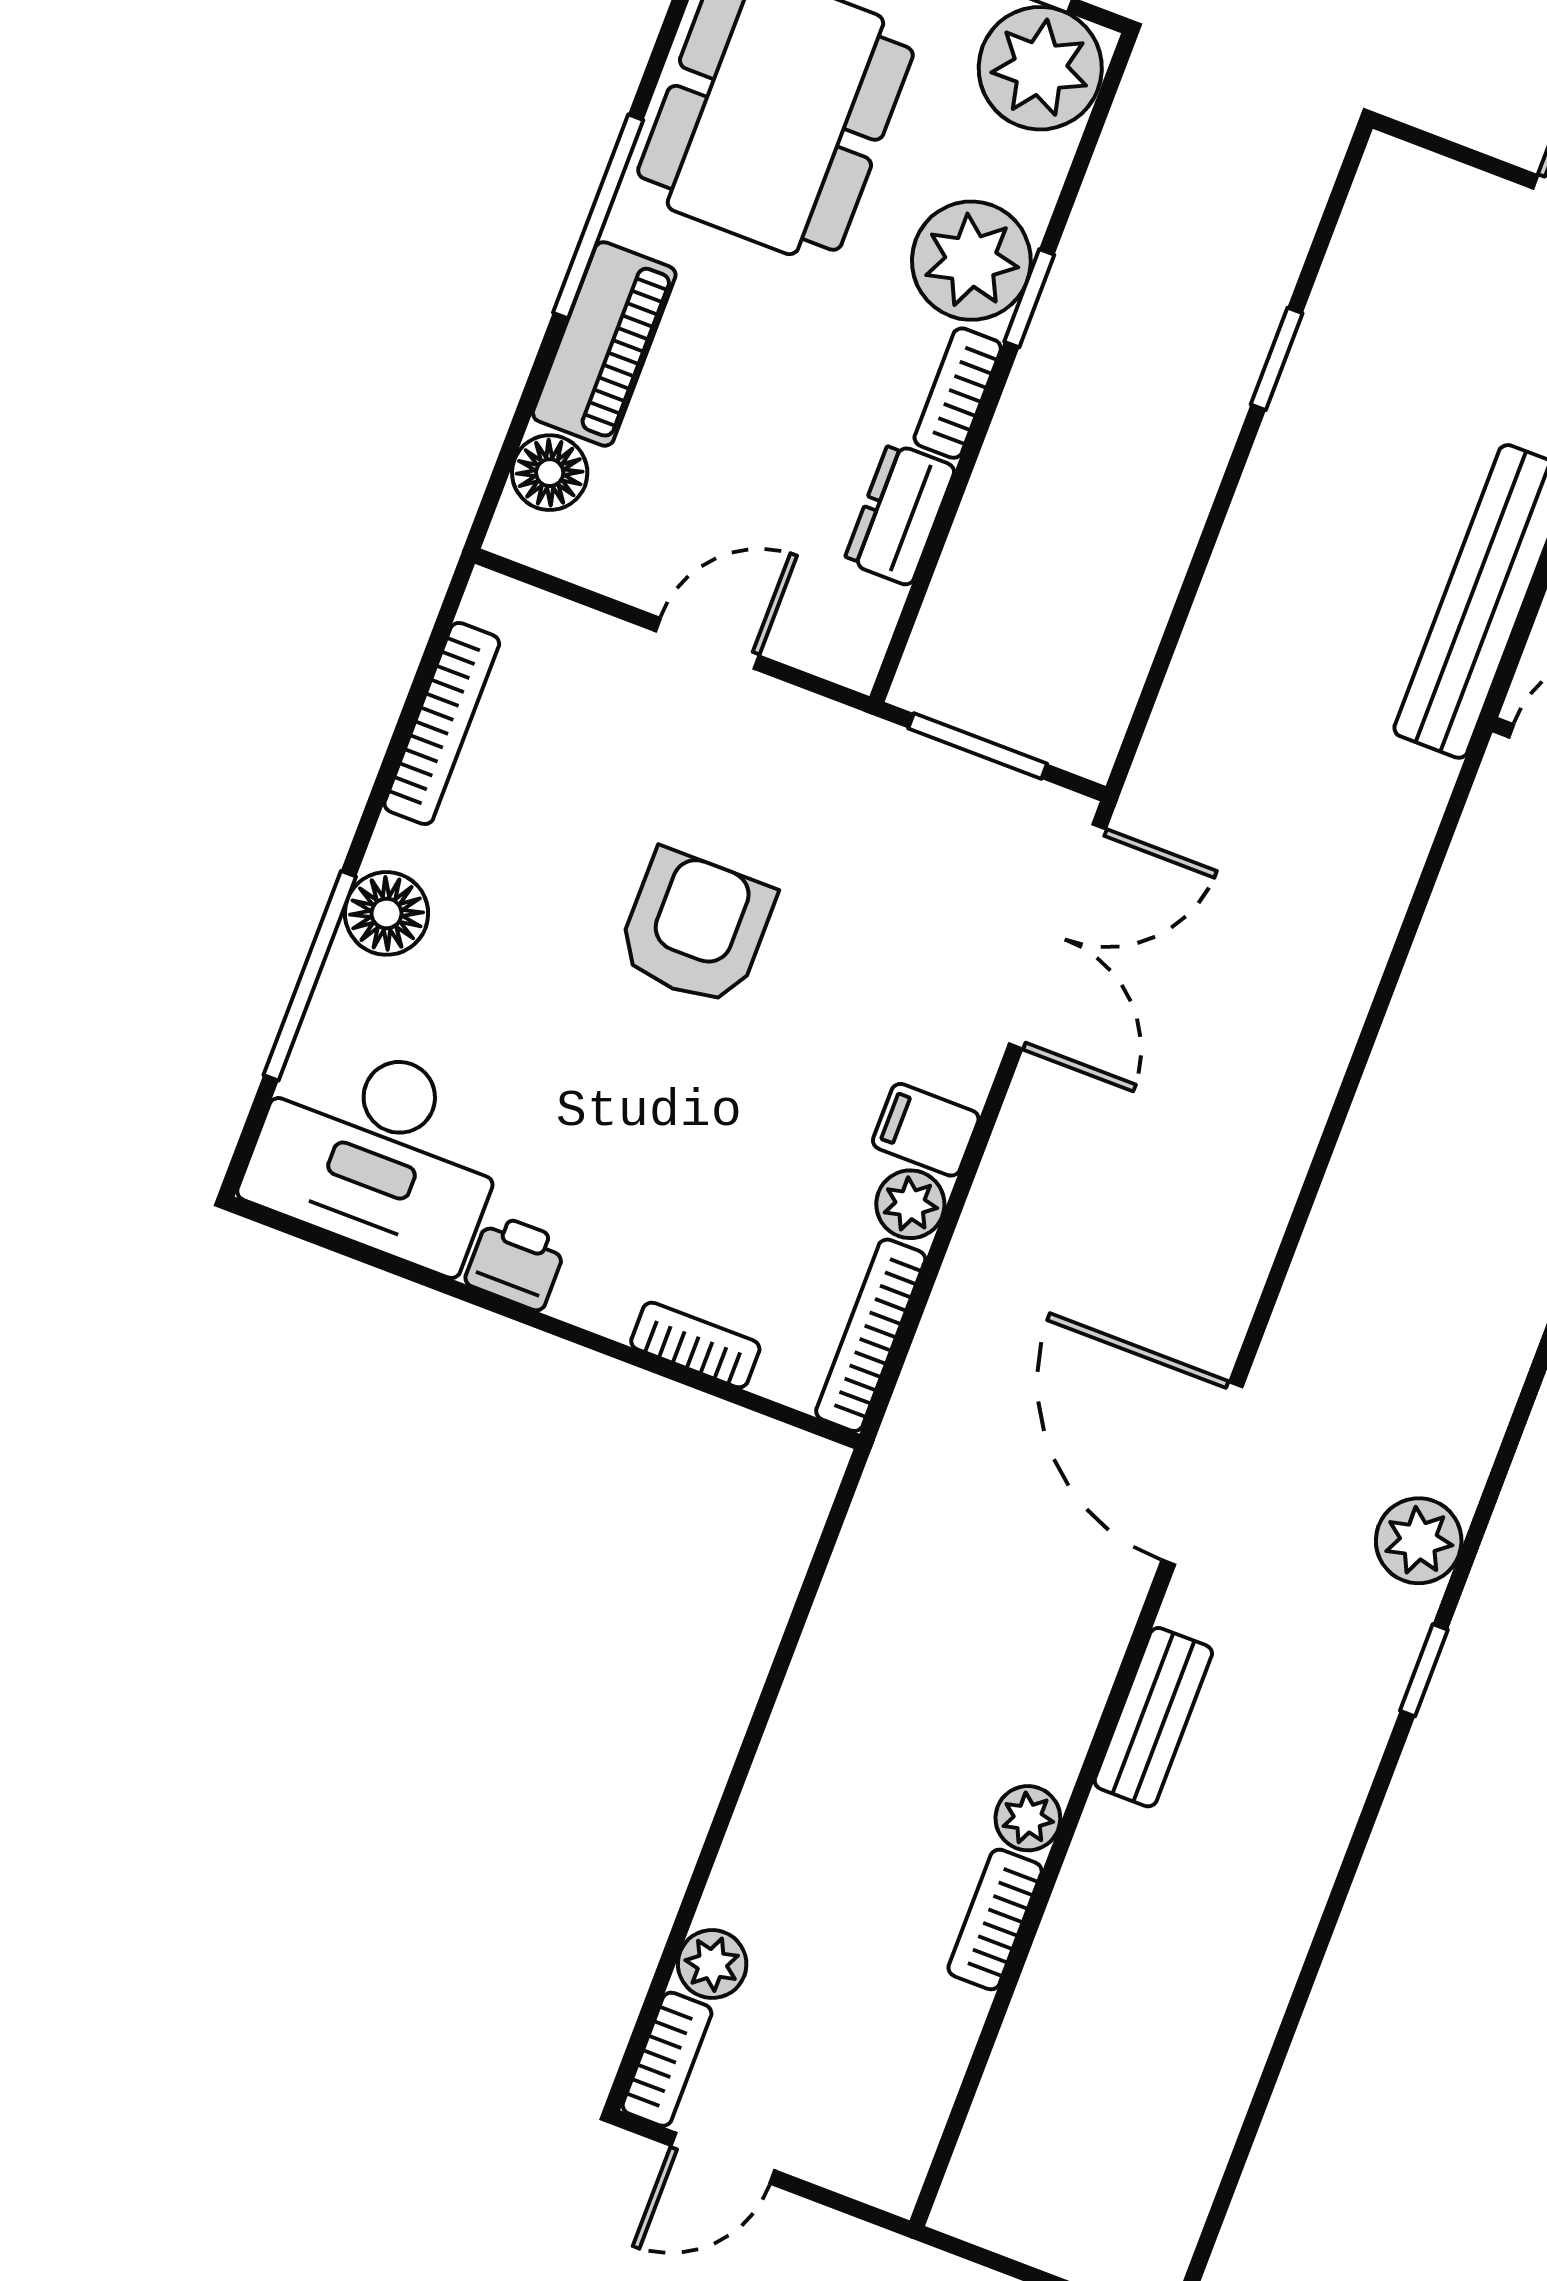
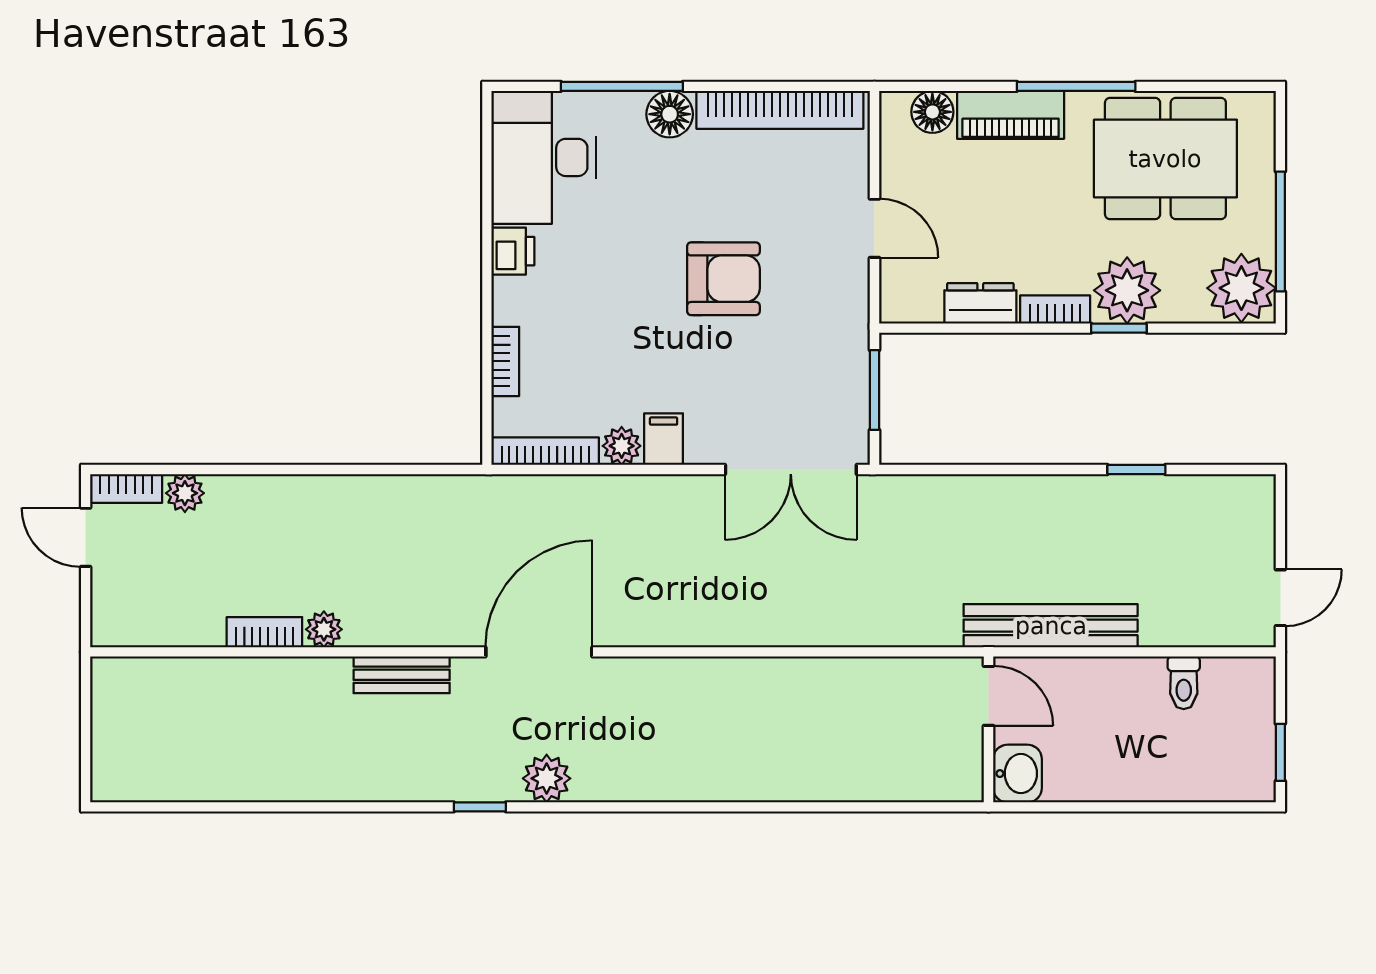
bookcase: (442, 724) -> (780, 110), width x1.48, depth x1.31

